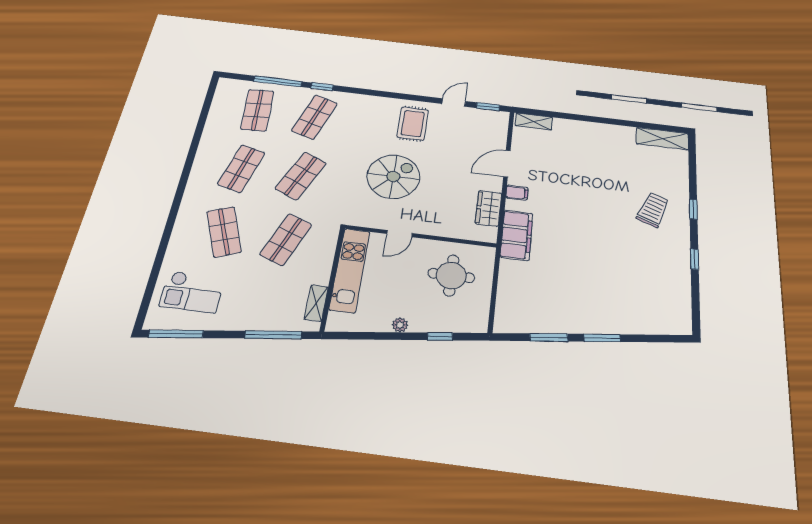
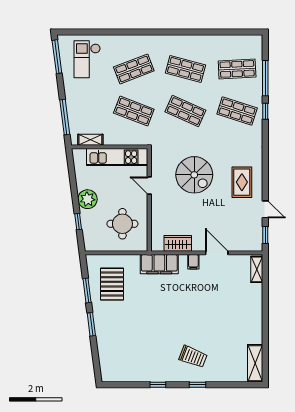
rug: (413, 124) -> (242, 182), turned 90
pallet: (541, 301) -> (112, 284), added
plant: (400, 325) -> (88, 199), width x1.87, depth x1.87

